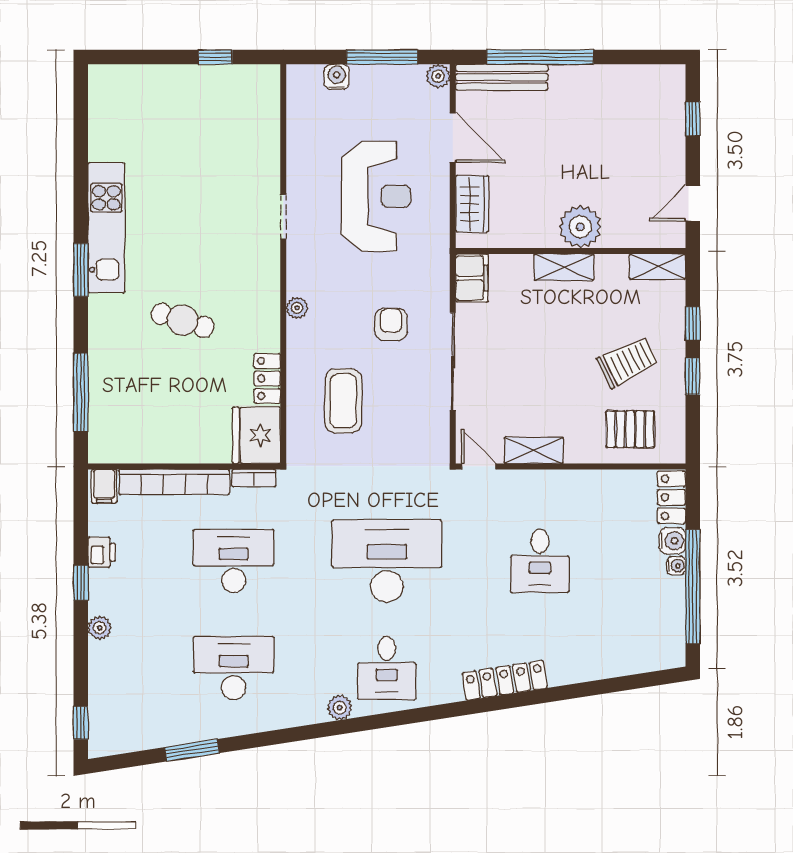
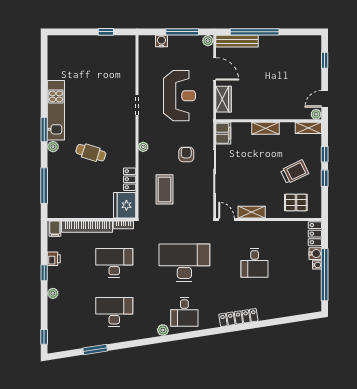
plant: (580, 227) -> (316, 114), moved, width x0.53, depth x0.53
plant: (100, 307) -> (53, 147), added

